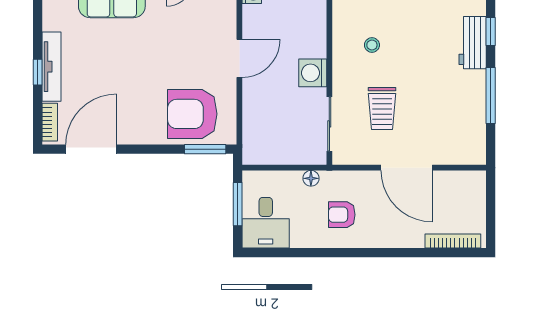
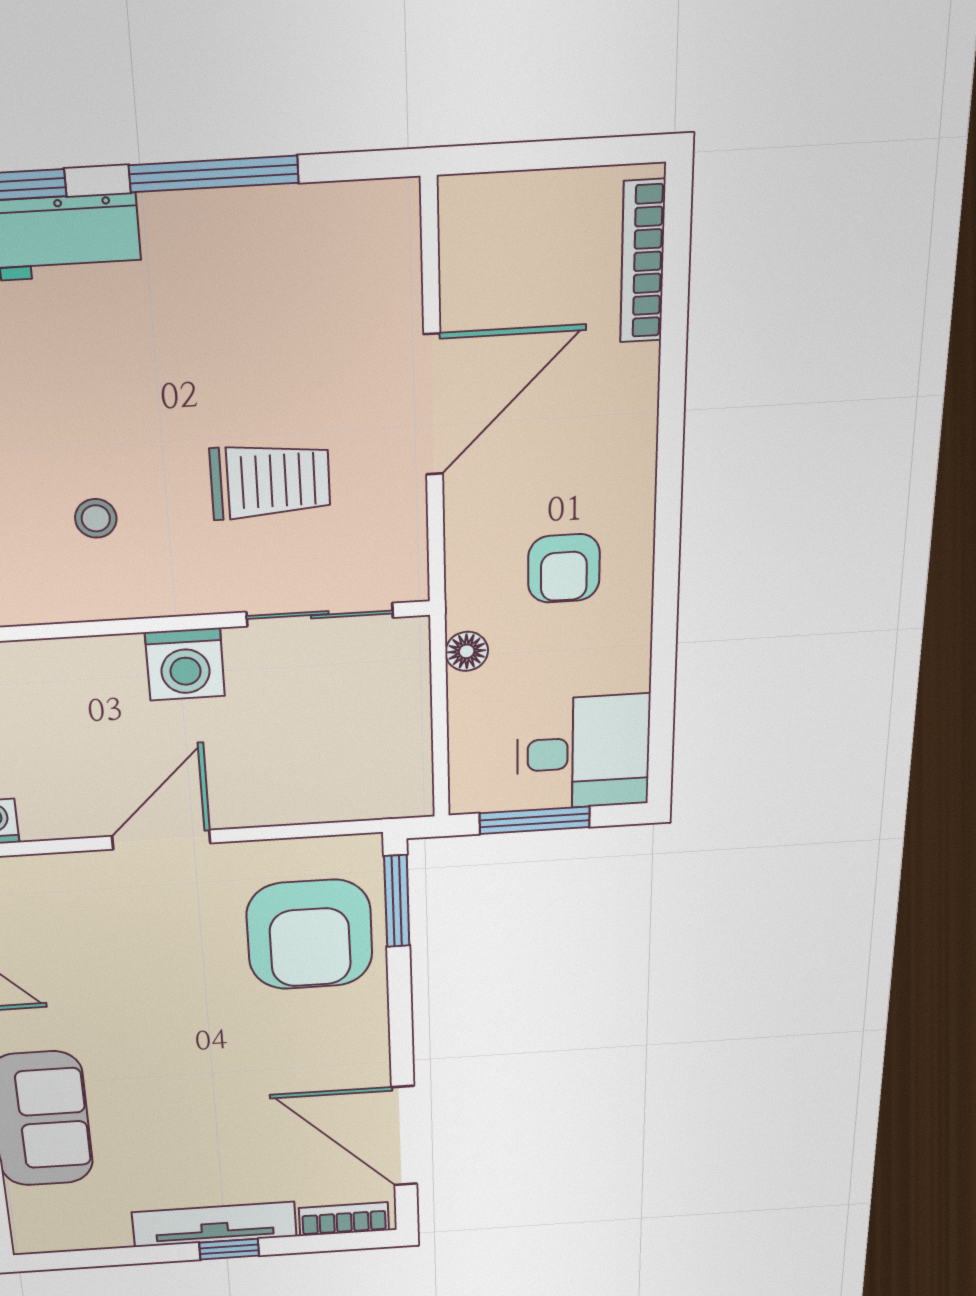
door: (239, 58) -> (161, 840), hinge flipped

